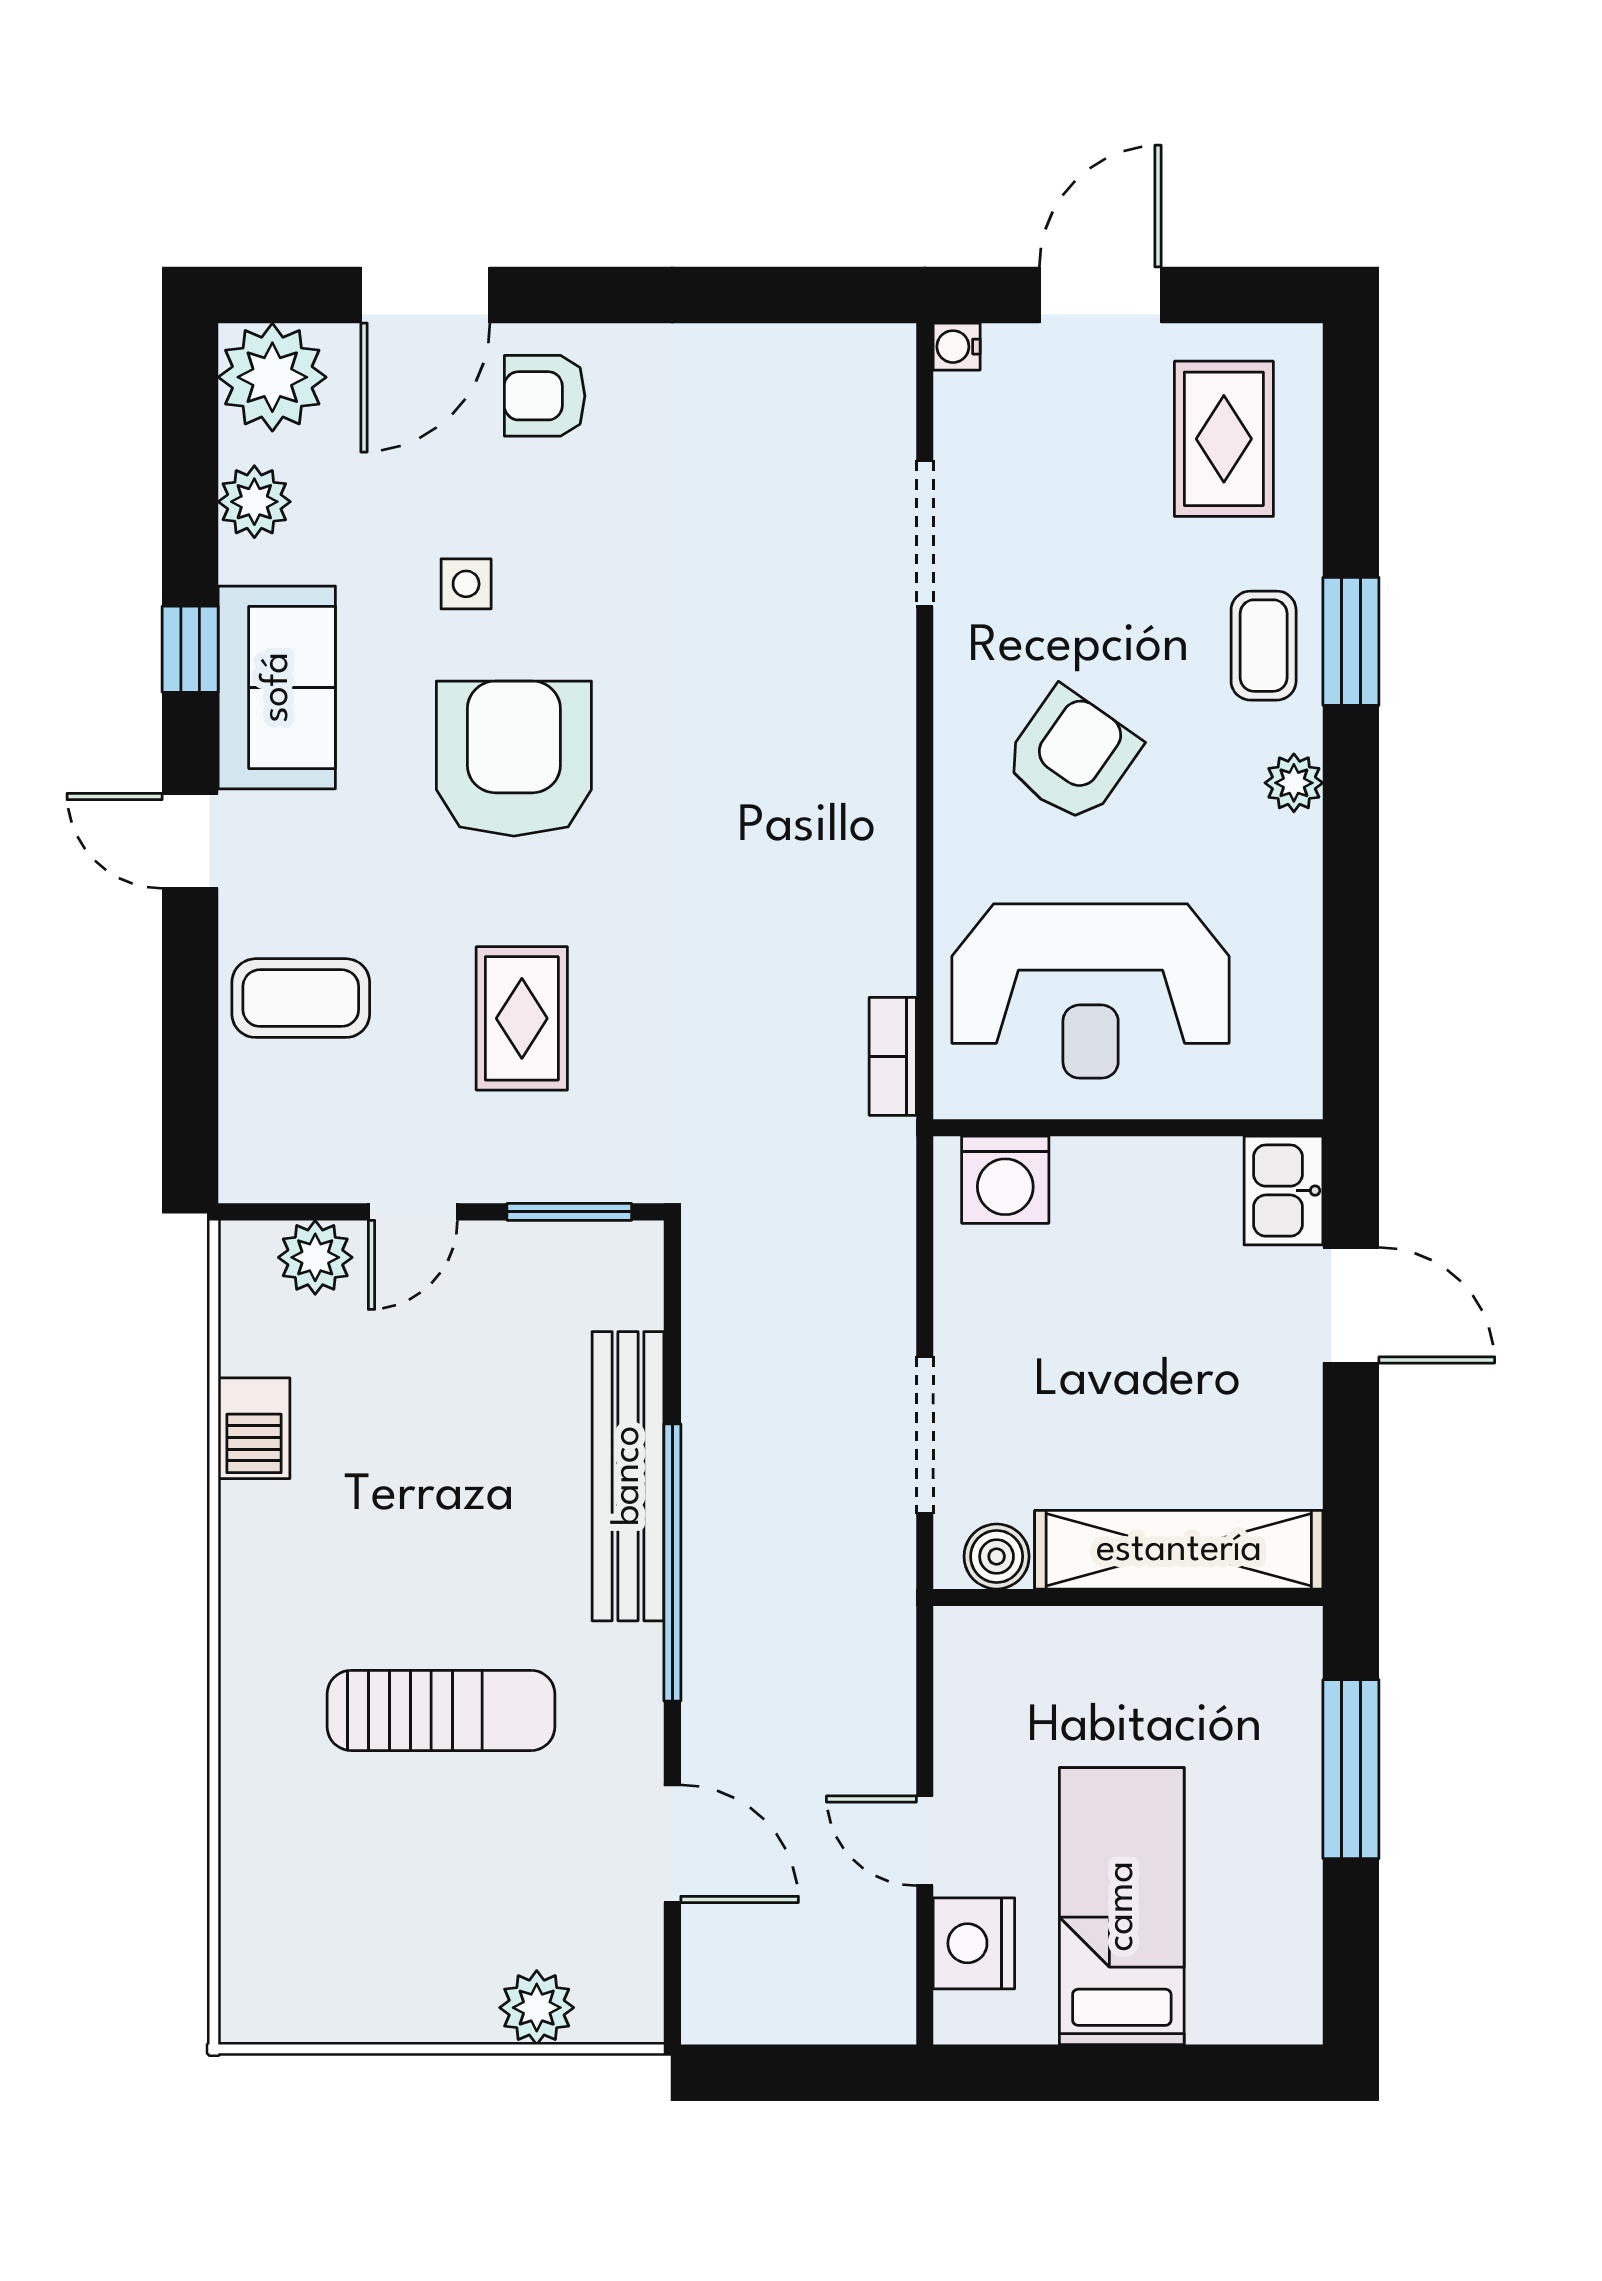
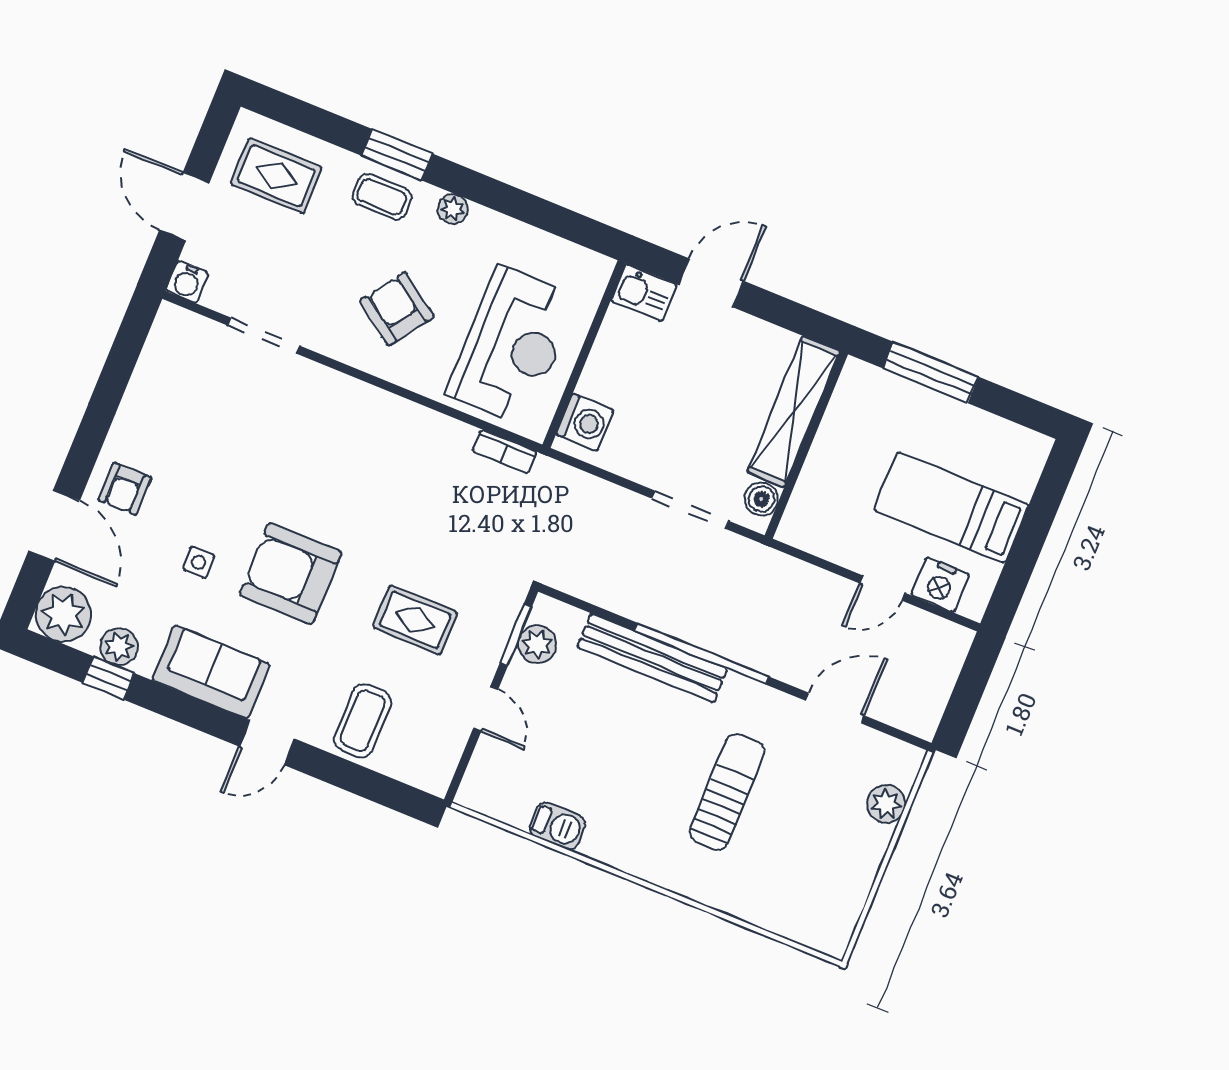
water cooler: (957, 347) -> (187, 282), width x1.38, depth x1.38
window: (190, 649) -> (109, 678), moved
plant: (315, 1257) -> (537, 644), moved

